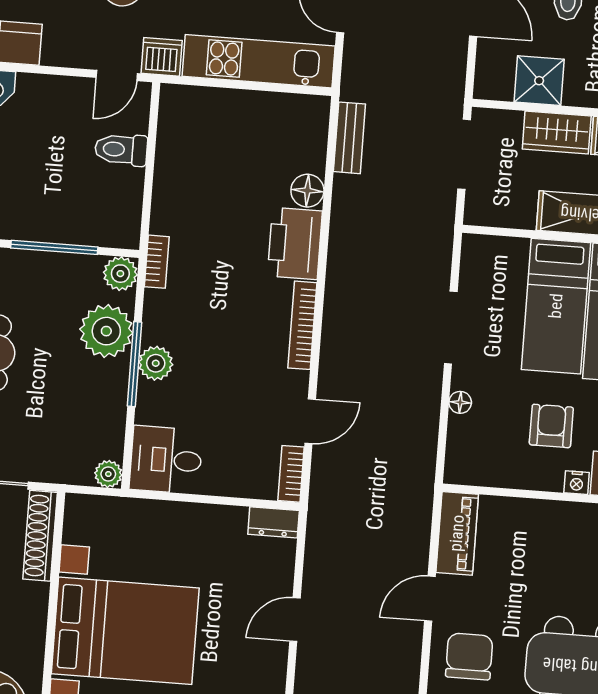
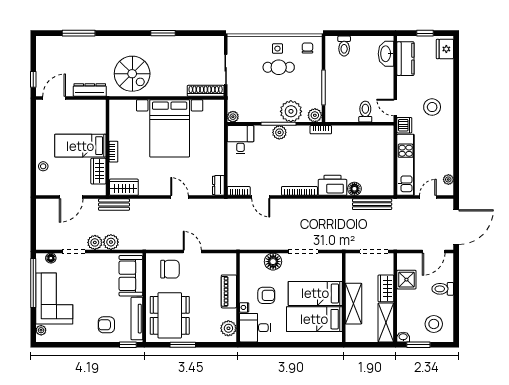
bench: (349, 138) -> (372, 204), width x1.36
floor lamp: (460, 402) -> (273, 262), width x1.89, depth x1.89
piano: (457, 533) -> (229, 291), moved, turned 90

